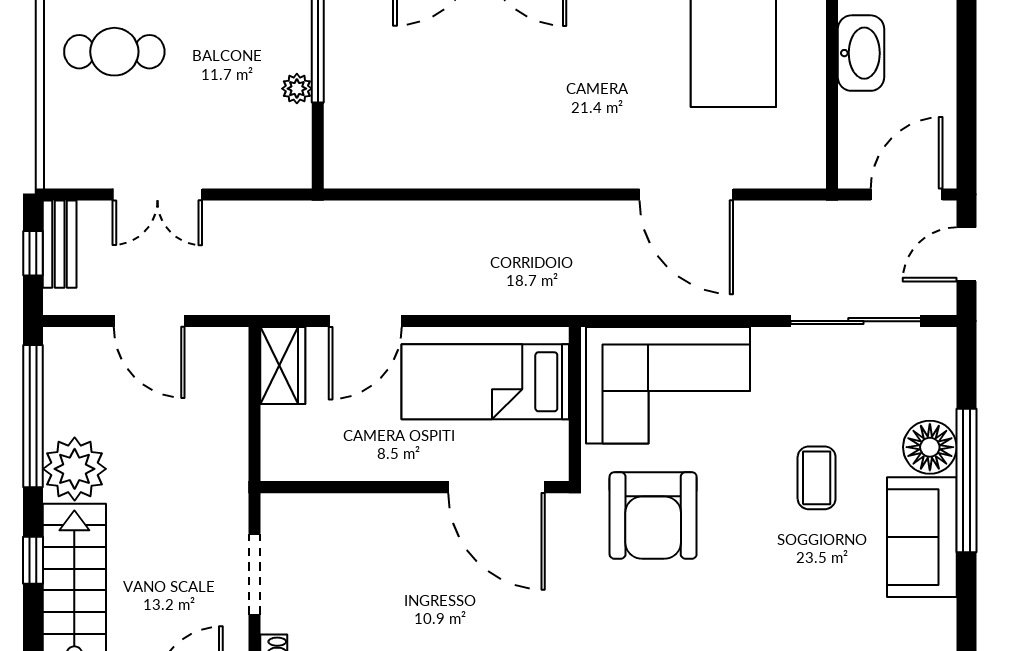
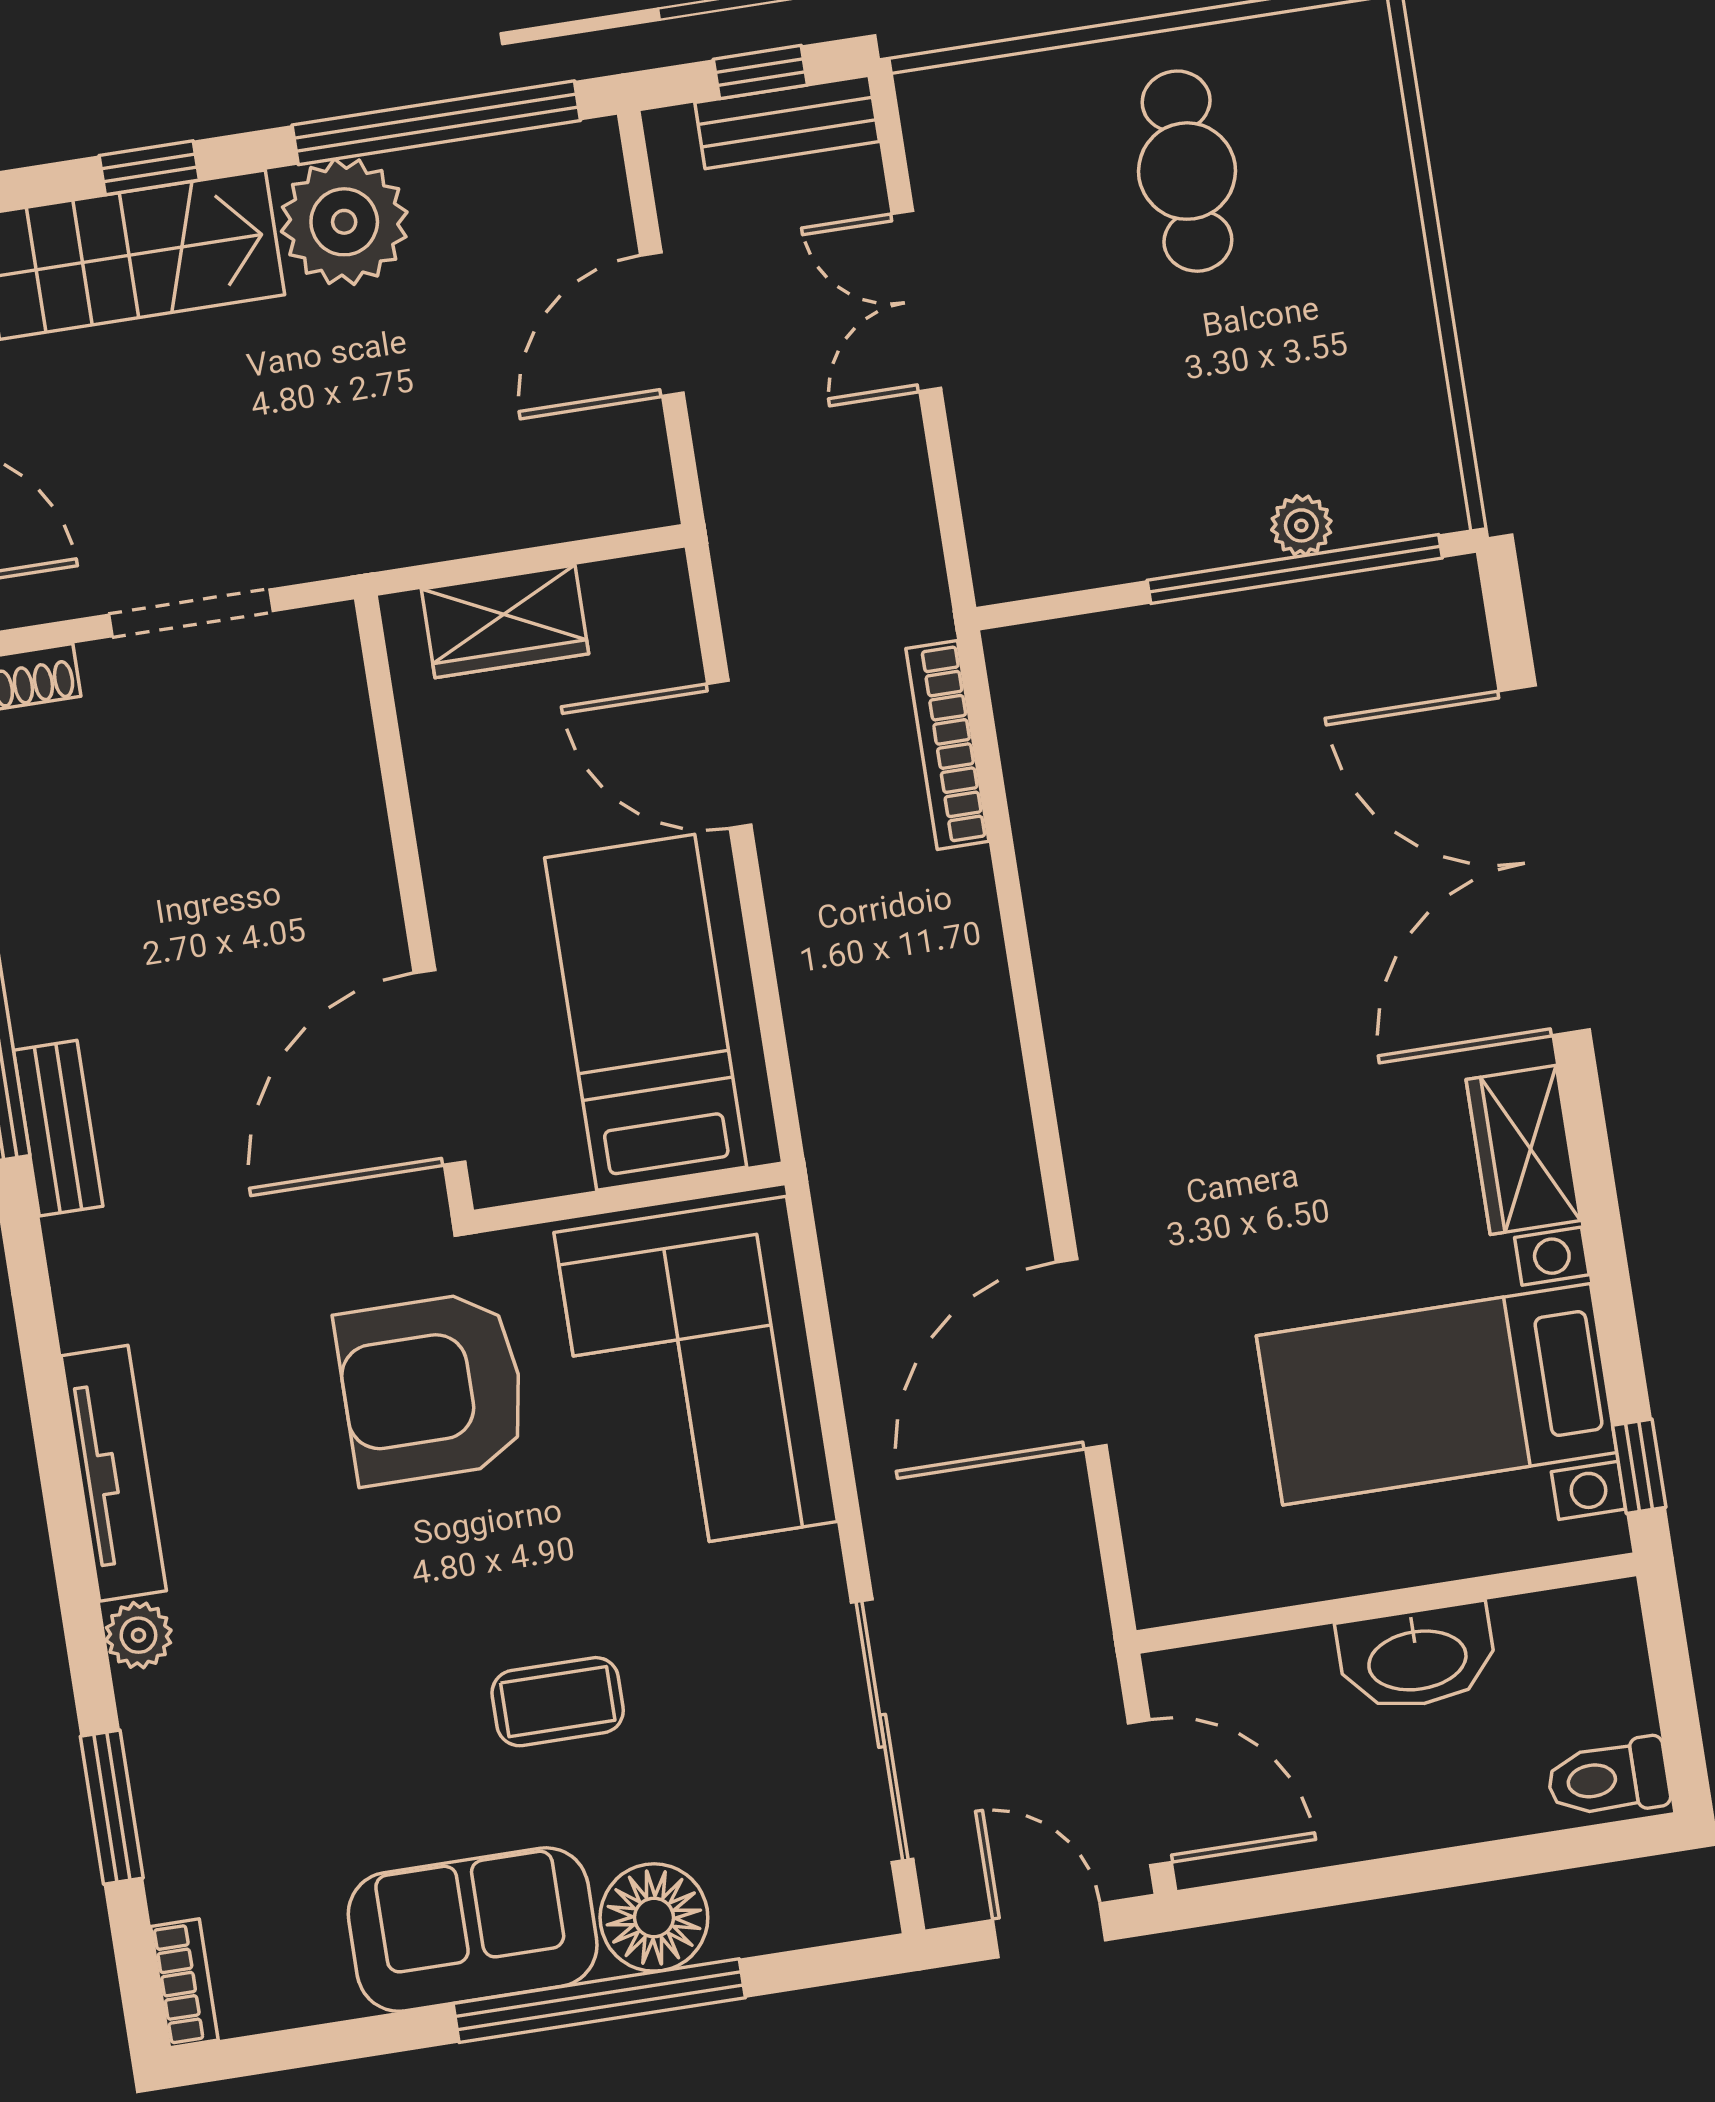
plant: (297, 89) -> (1301, 525), moved
bookcase: (377, 213) -> (947, 745), added
wardrobe: (283, 366) -> (505, 621), moved

